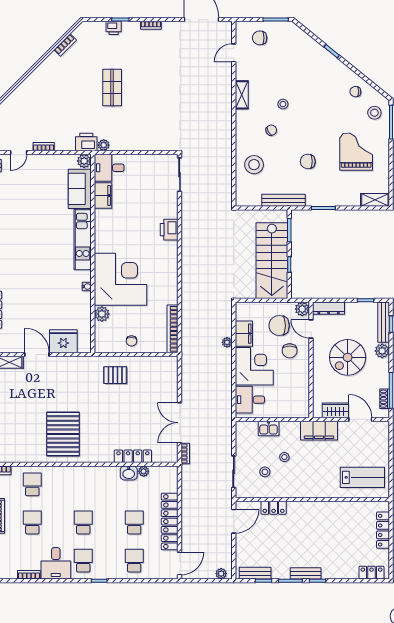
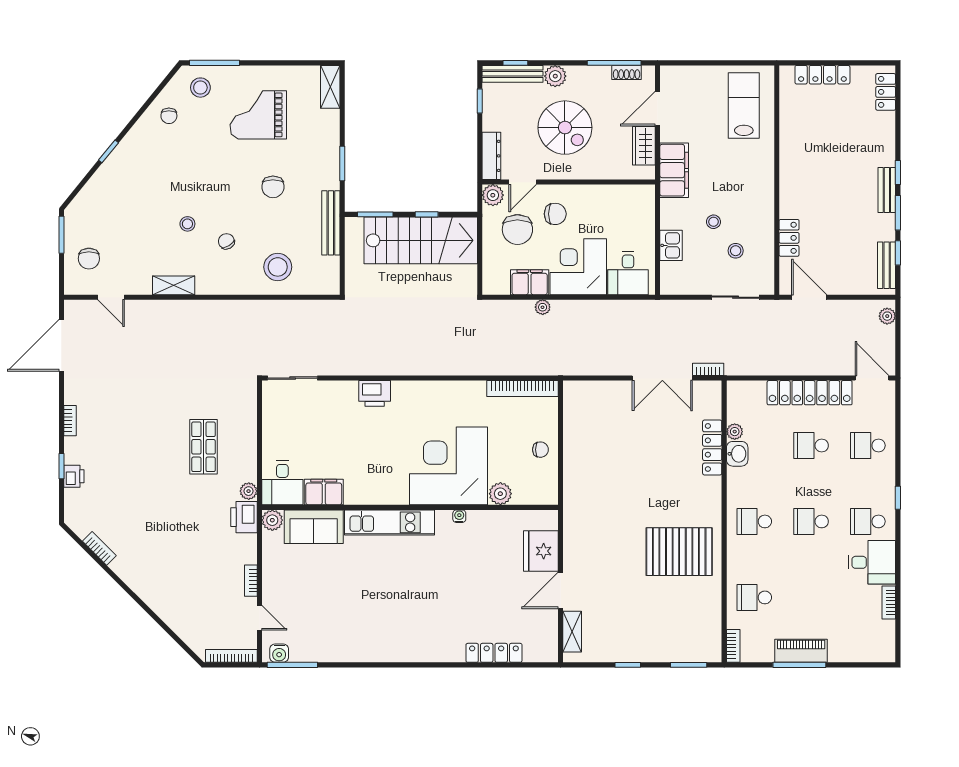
shop shelf: (112, 88) -> (204, 447), moved, turned 90
pallet: (115, 375) -> (591, 474), removed
school desk: (32, 523) -> (754, 521), moved

